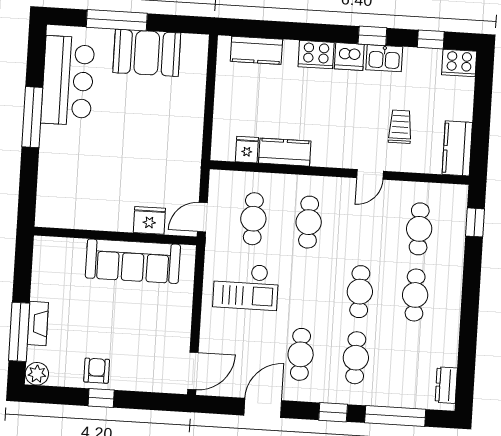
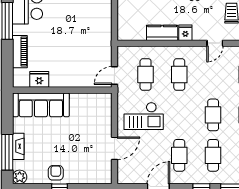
fridge: (247, 150) -> (185, 33), moved
piano: (50, 169) -> (20, 52), added
fridge: (149, 220) -> (39, 79), moved
sofa: (133, 261) -> (41, 105), moved
door: (193, 371) -> (114, 148), moved

